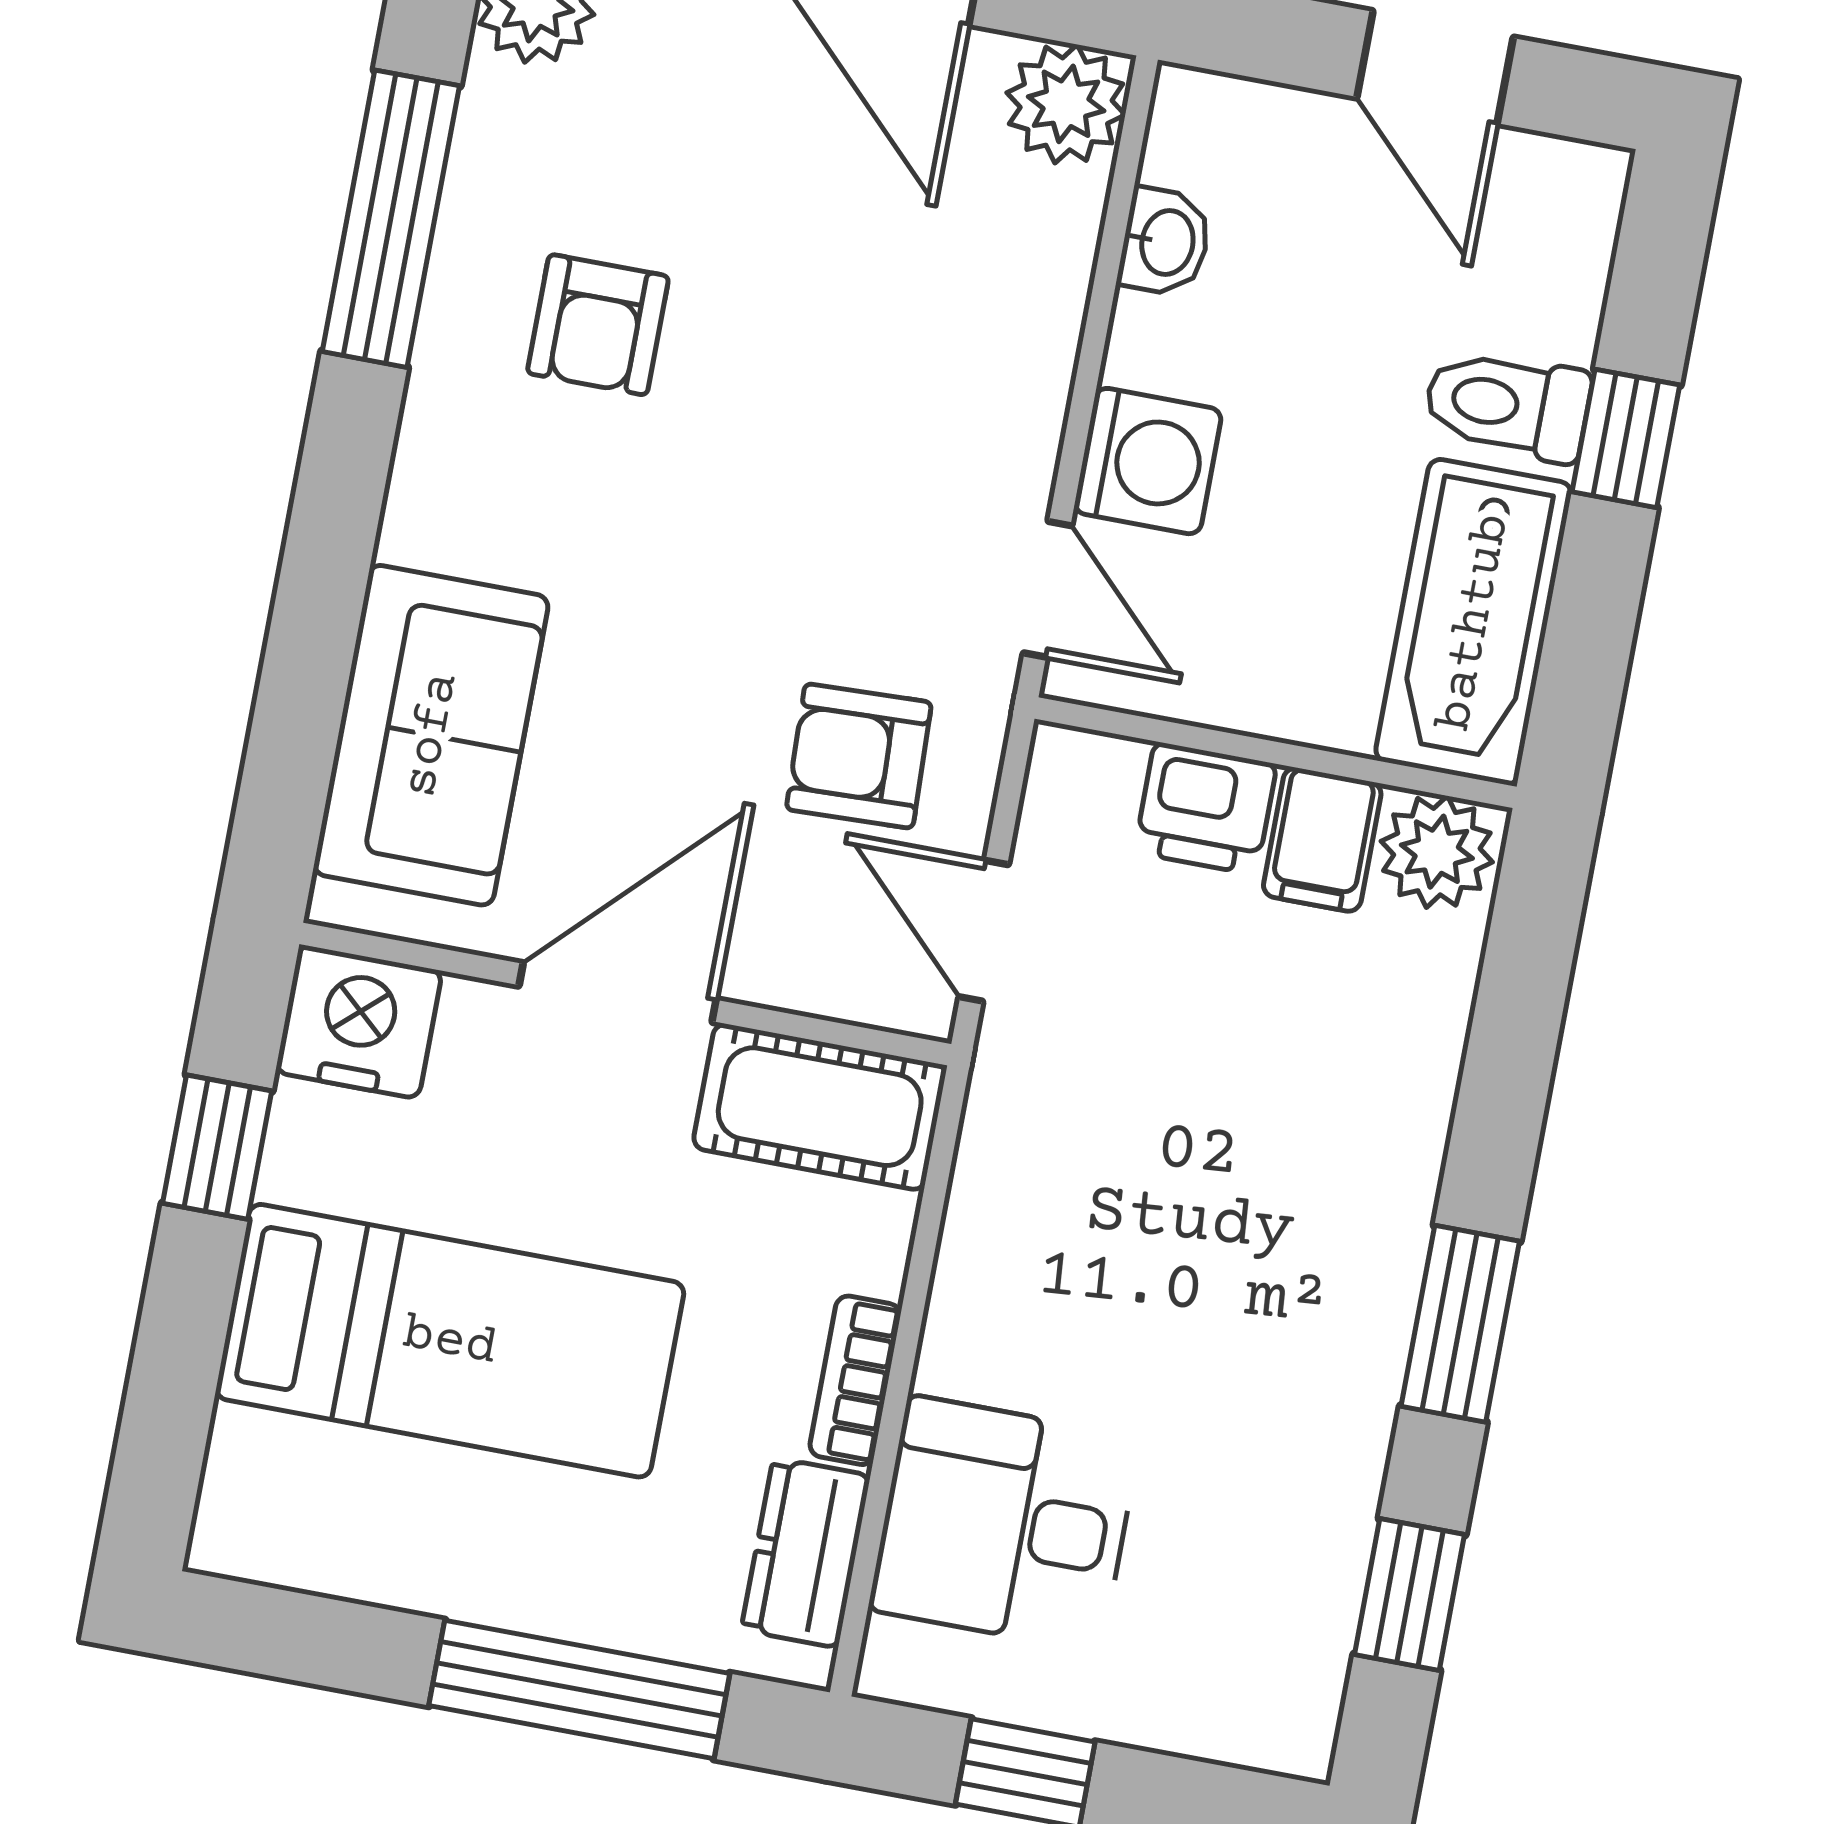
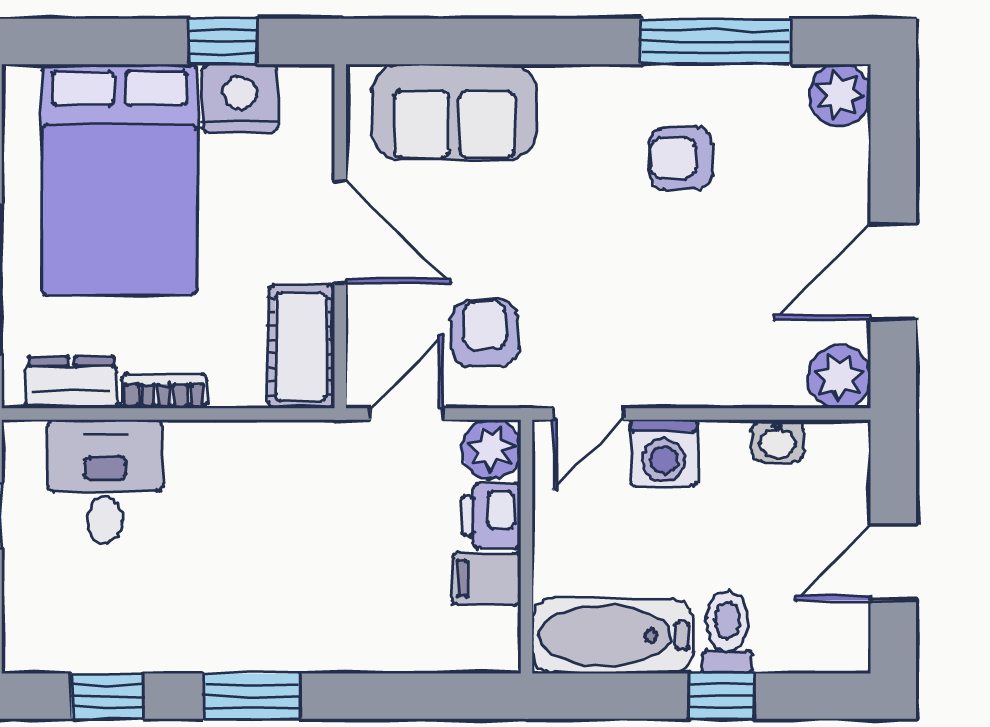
plant: (1437, 852) -> (491, 449), moved
nightstand: (359, 1022) -> (240, 98), moved, turned -90
bed: (450, 1341) -> (120, 180), width x1.50

